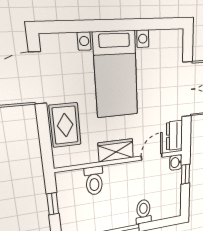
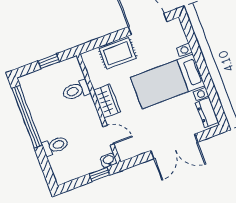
dresser: (174, 135) -> (207, 113), moved, turned -90

